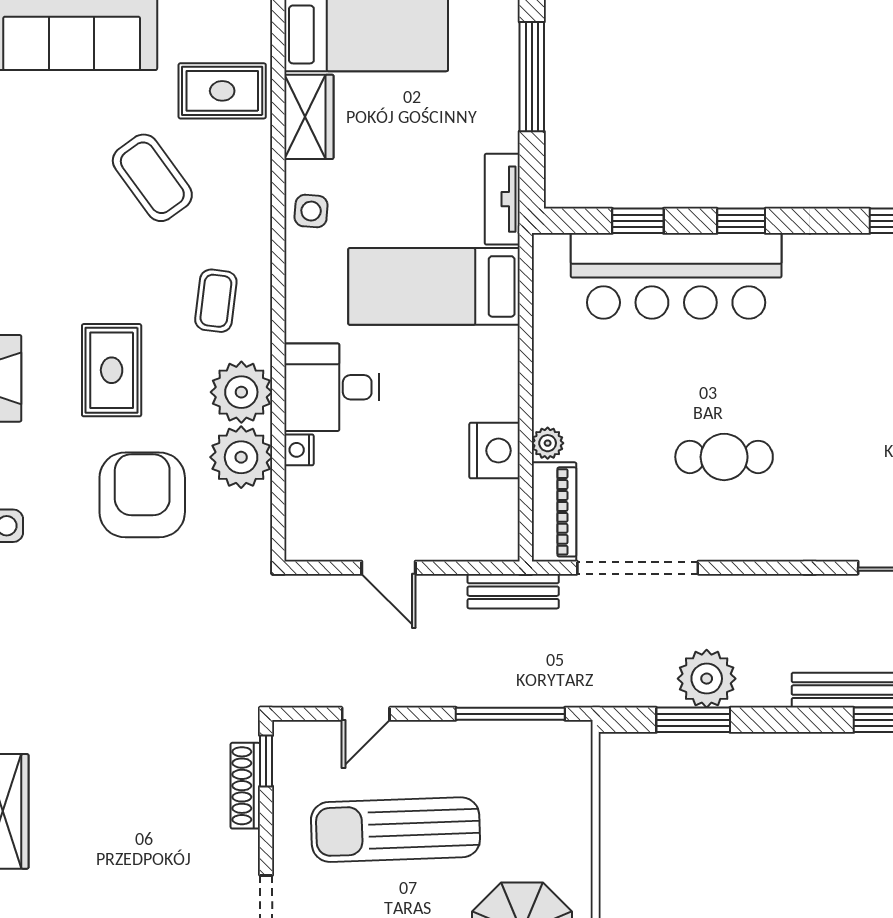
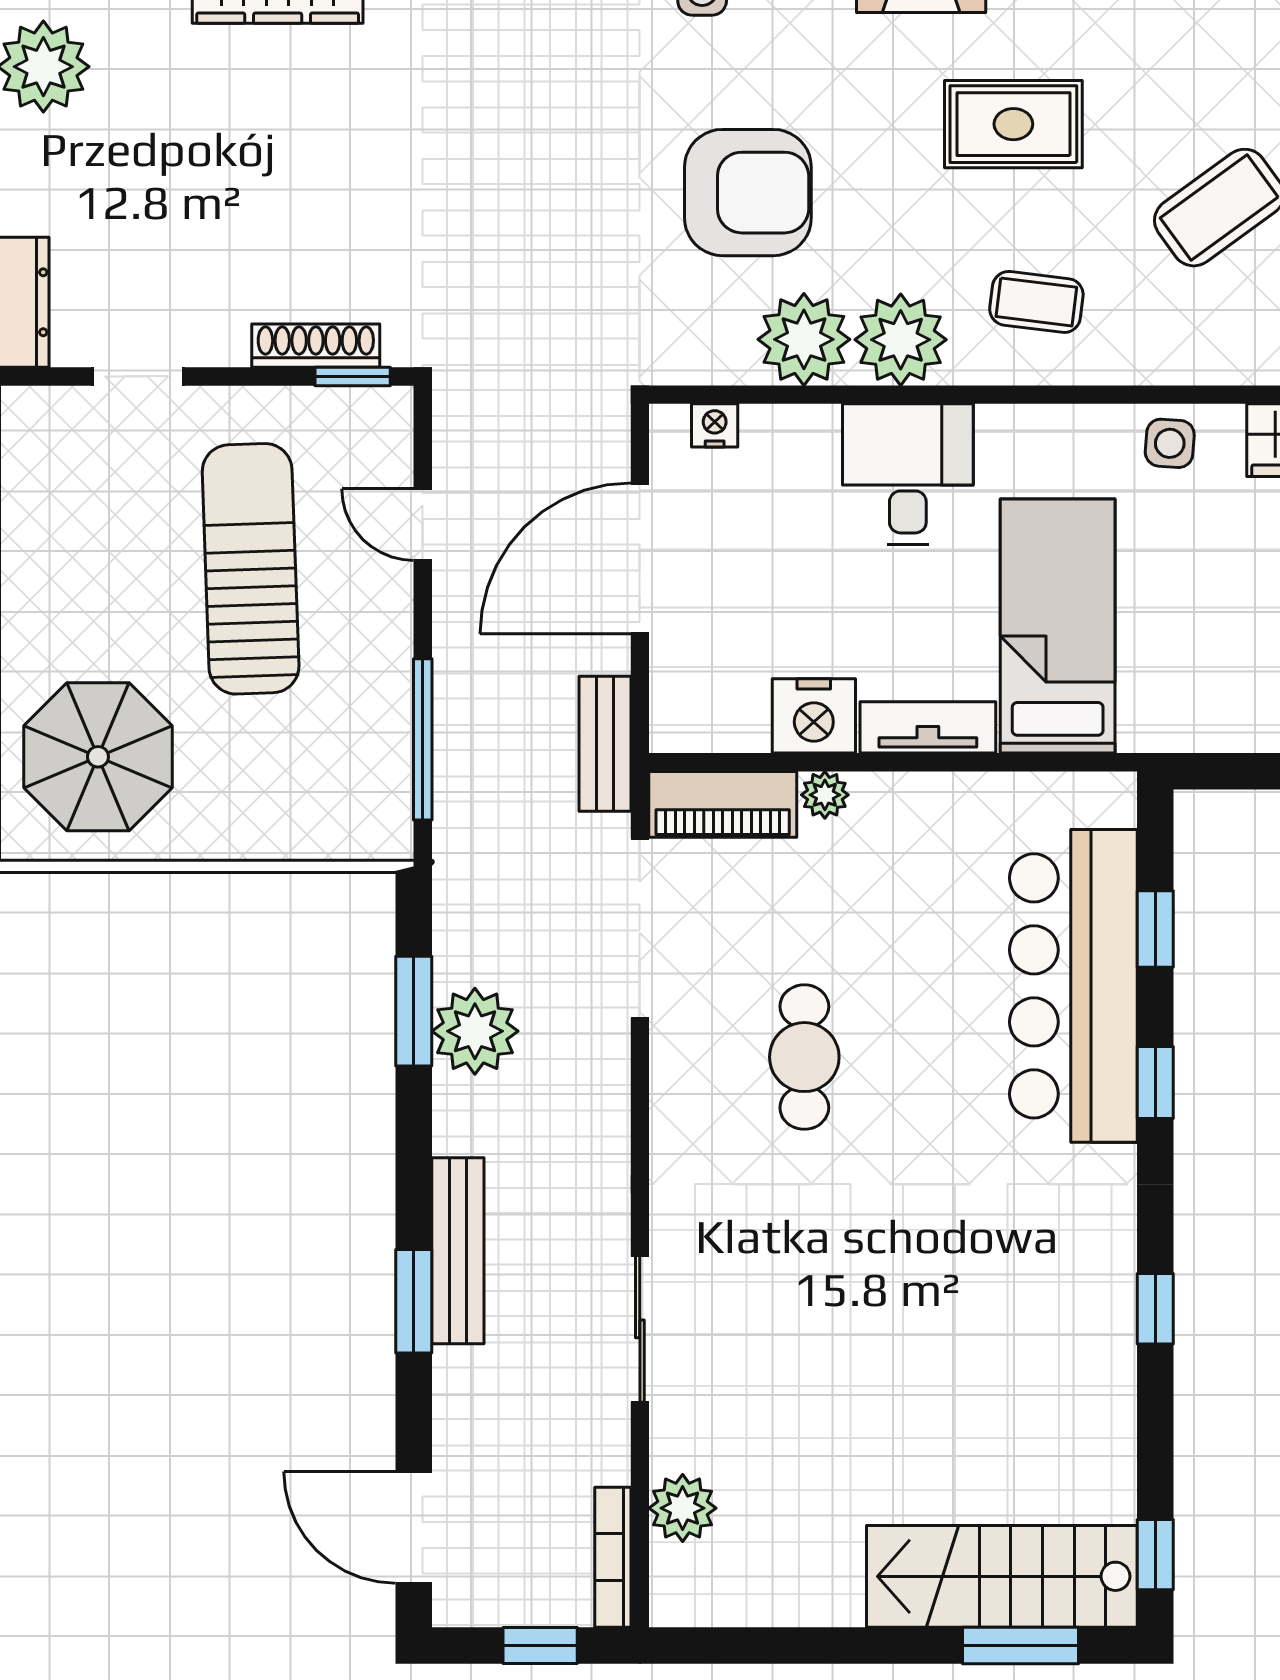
tv unit: (502, 199) -> (928, 727), moved
rug: (112, 370) -> (1013, 124), moved
nightstand: (299, 450) -> (715, 425), moved
door: (389, 568) -> (640, 558), width x1.88

